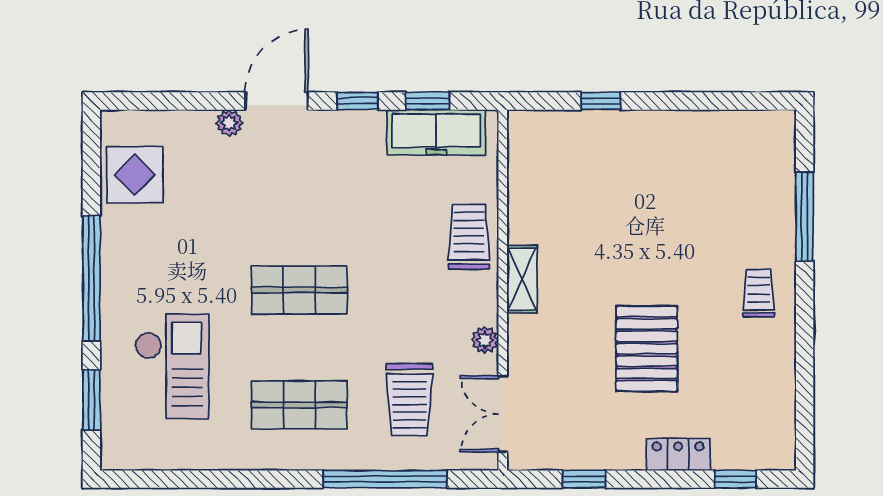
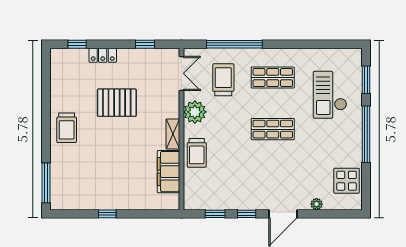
window: (601, 101) -> (107, 214), moved
plant: (229, 123) -> (317, 204), moved
freezer: (436, 132) -> (211, 200), removed
filing cabinet: (532, 195) -> (169, 172), added
window: (805, 217) -> (46, 183), moved
trolley: (759, 293) -> (67, 128), width x1.36, depth x1.39
plant: (485, 340) -> (195, 112), width x1.87, depth x1.87
pallet: (647, 349) -> (117, 103), turned 90

